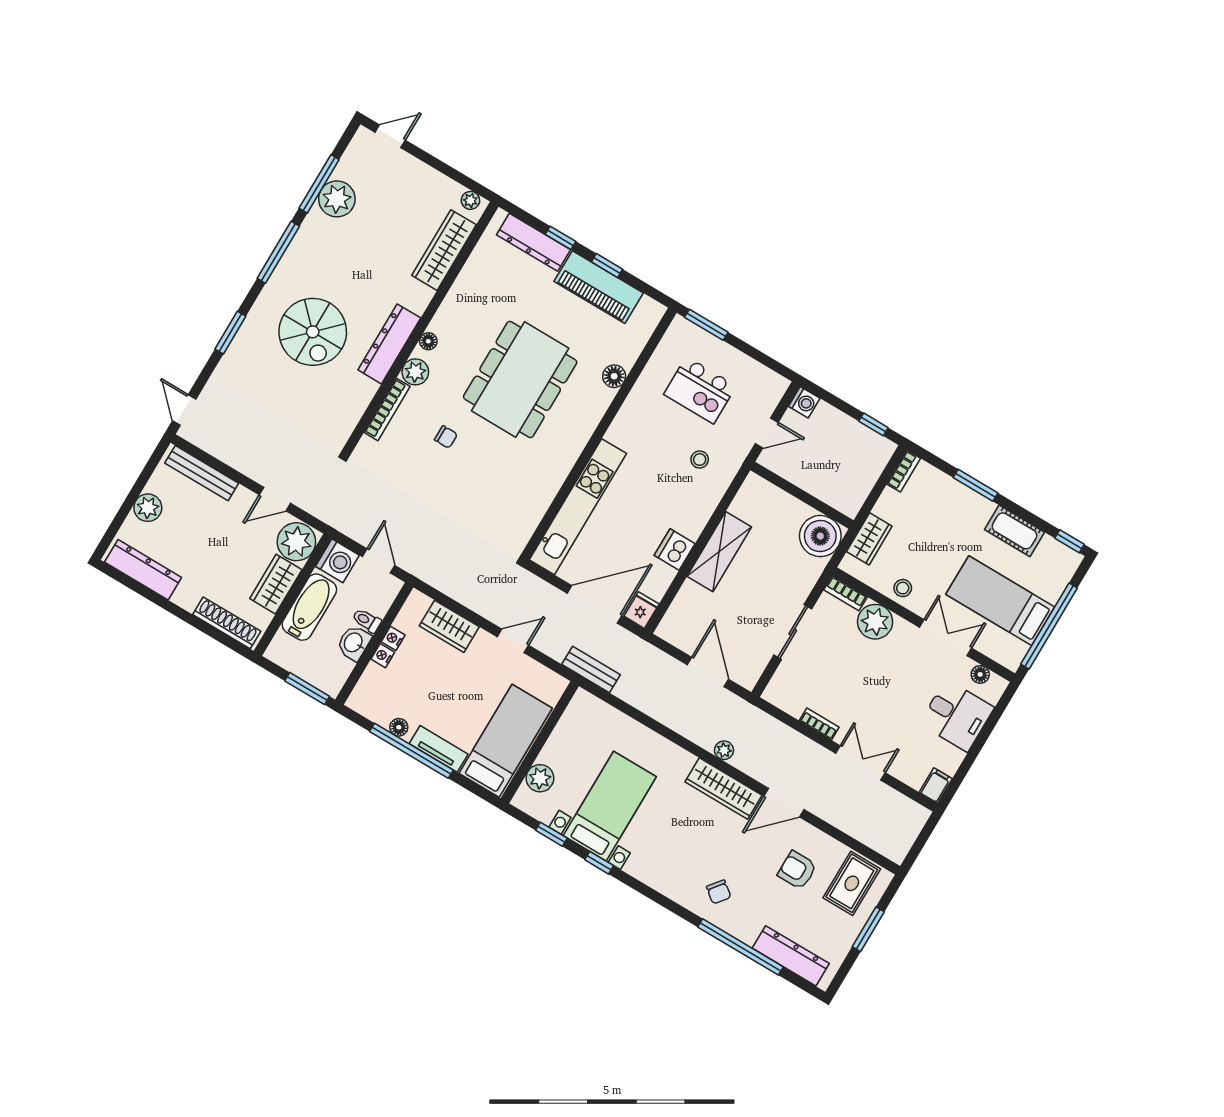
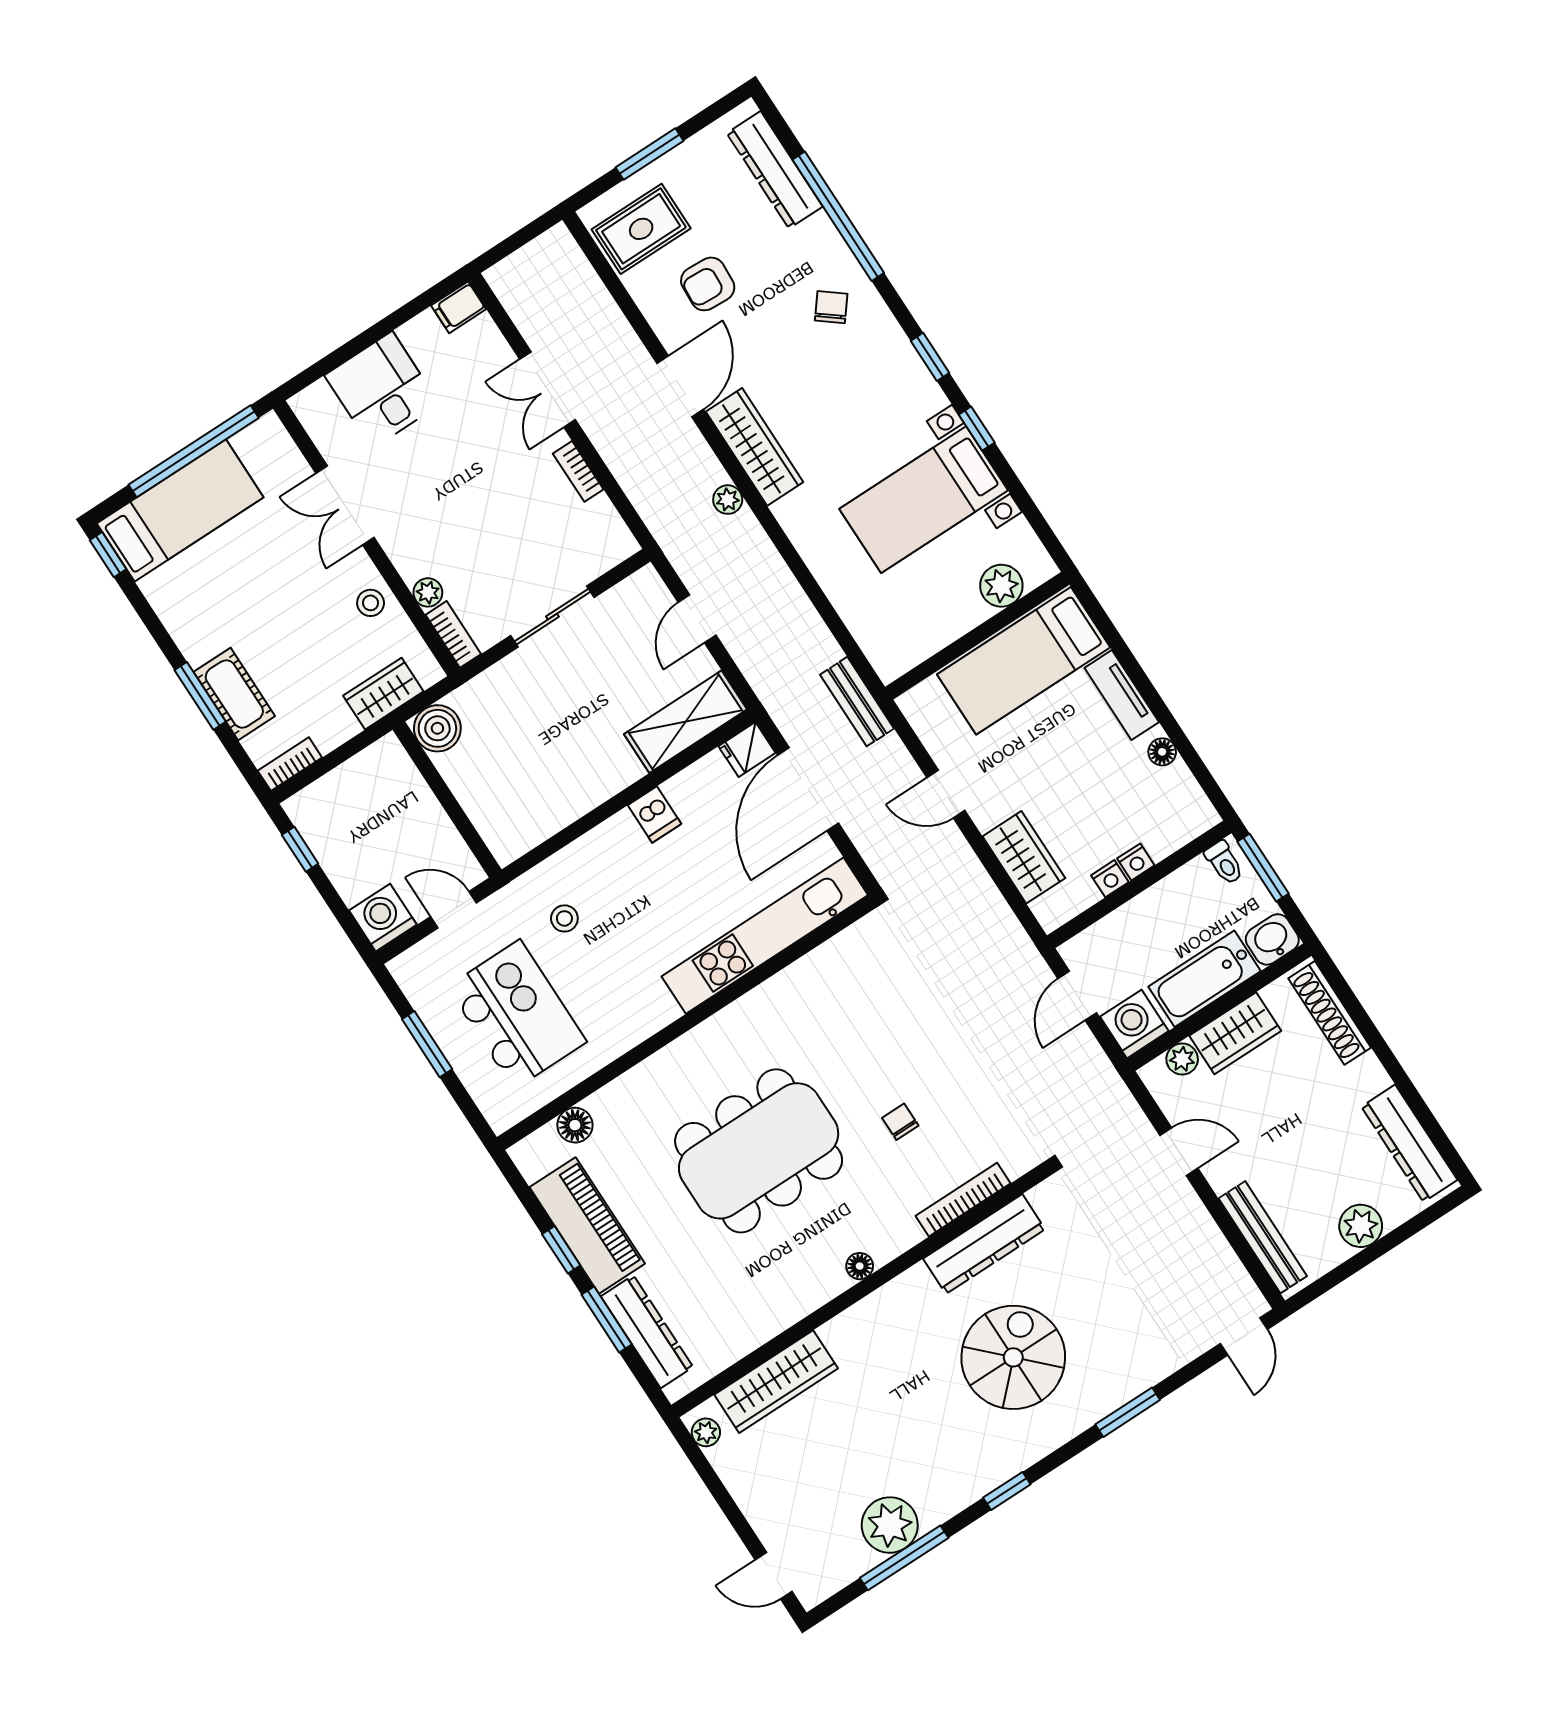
window: (561, 238) -> (607, 1319), width x1.50
window: (278, 252) -> (1007, 1491), width x0.46
window: (706, 325) -> (427, 1044), moved
dresser: (389, 344) -> (984, 1244), moved
plant: (415, 372) -> (898, 1232), removed
floor lamp: (614, 376) -> (575, 1125), moved
kitchen island: (700, 390) -> (517, 1014), width x1.37, depth x1.28
washing machine: (804, 402) -> (383, 918), width x1.38, depth x1.38
cot: (1014, 531) -> (234, 694), moved
boiler: (820, 536) -> (437, 728), width x0.73, depth x0.73
plant: (296, 542) -> (1182, 1059), width x0.53, depth x0.53
dishwasher: (675, 549) -> (655, 815), width x0.73
shelving: (719, 552) -> (686, 722), moved
bed: (1000, 601) -> (180, 510), moved, turned -90
door: (594, 604) -> (808, 789), hinge flipped
toilet: (367, 621) -> (1224, 863), moved
plant: (875, 622) -> (428, 592), width x0.53, depth x0.53
washbasin: (354, 643) -> (1272, 939), moved, turned 180
door: (708, 672) -> (697, 619), width x0.73
floor lamp: (980, 674) -> (322, 431), removed
window: (411, 751) -> (1161, 711), removed
door: (784, 803) -> (680, 386), hinge flipped
window: (551, 834) -> (930, 357), moved
armchair: (797, 870) -> (708, 284), turned 93

